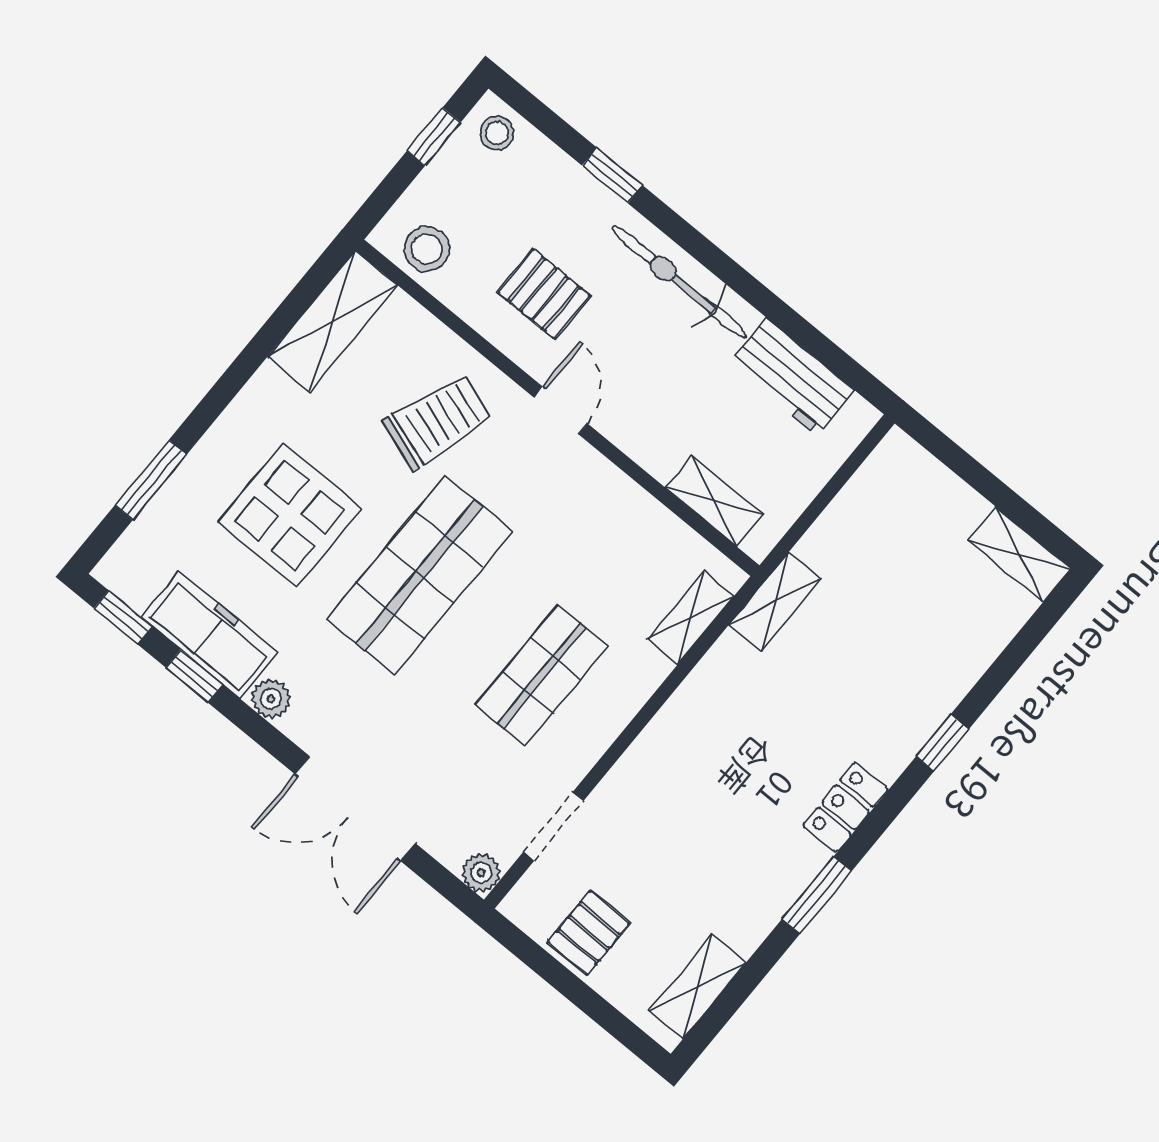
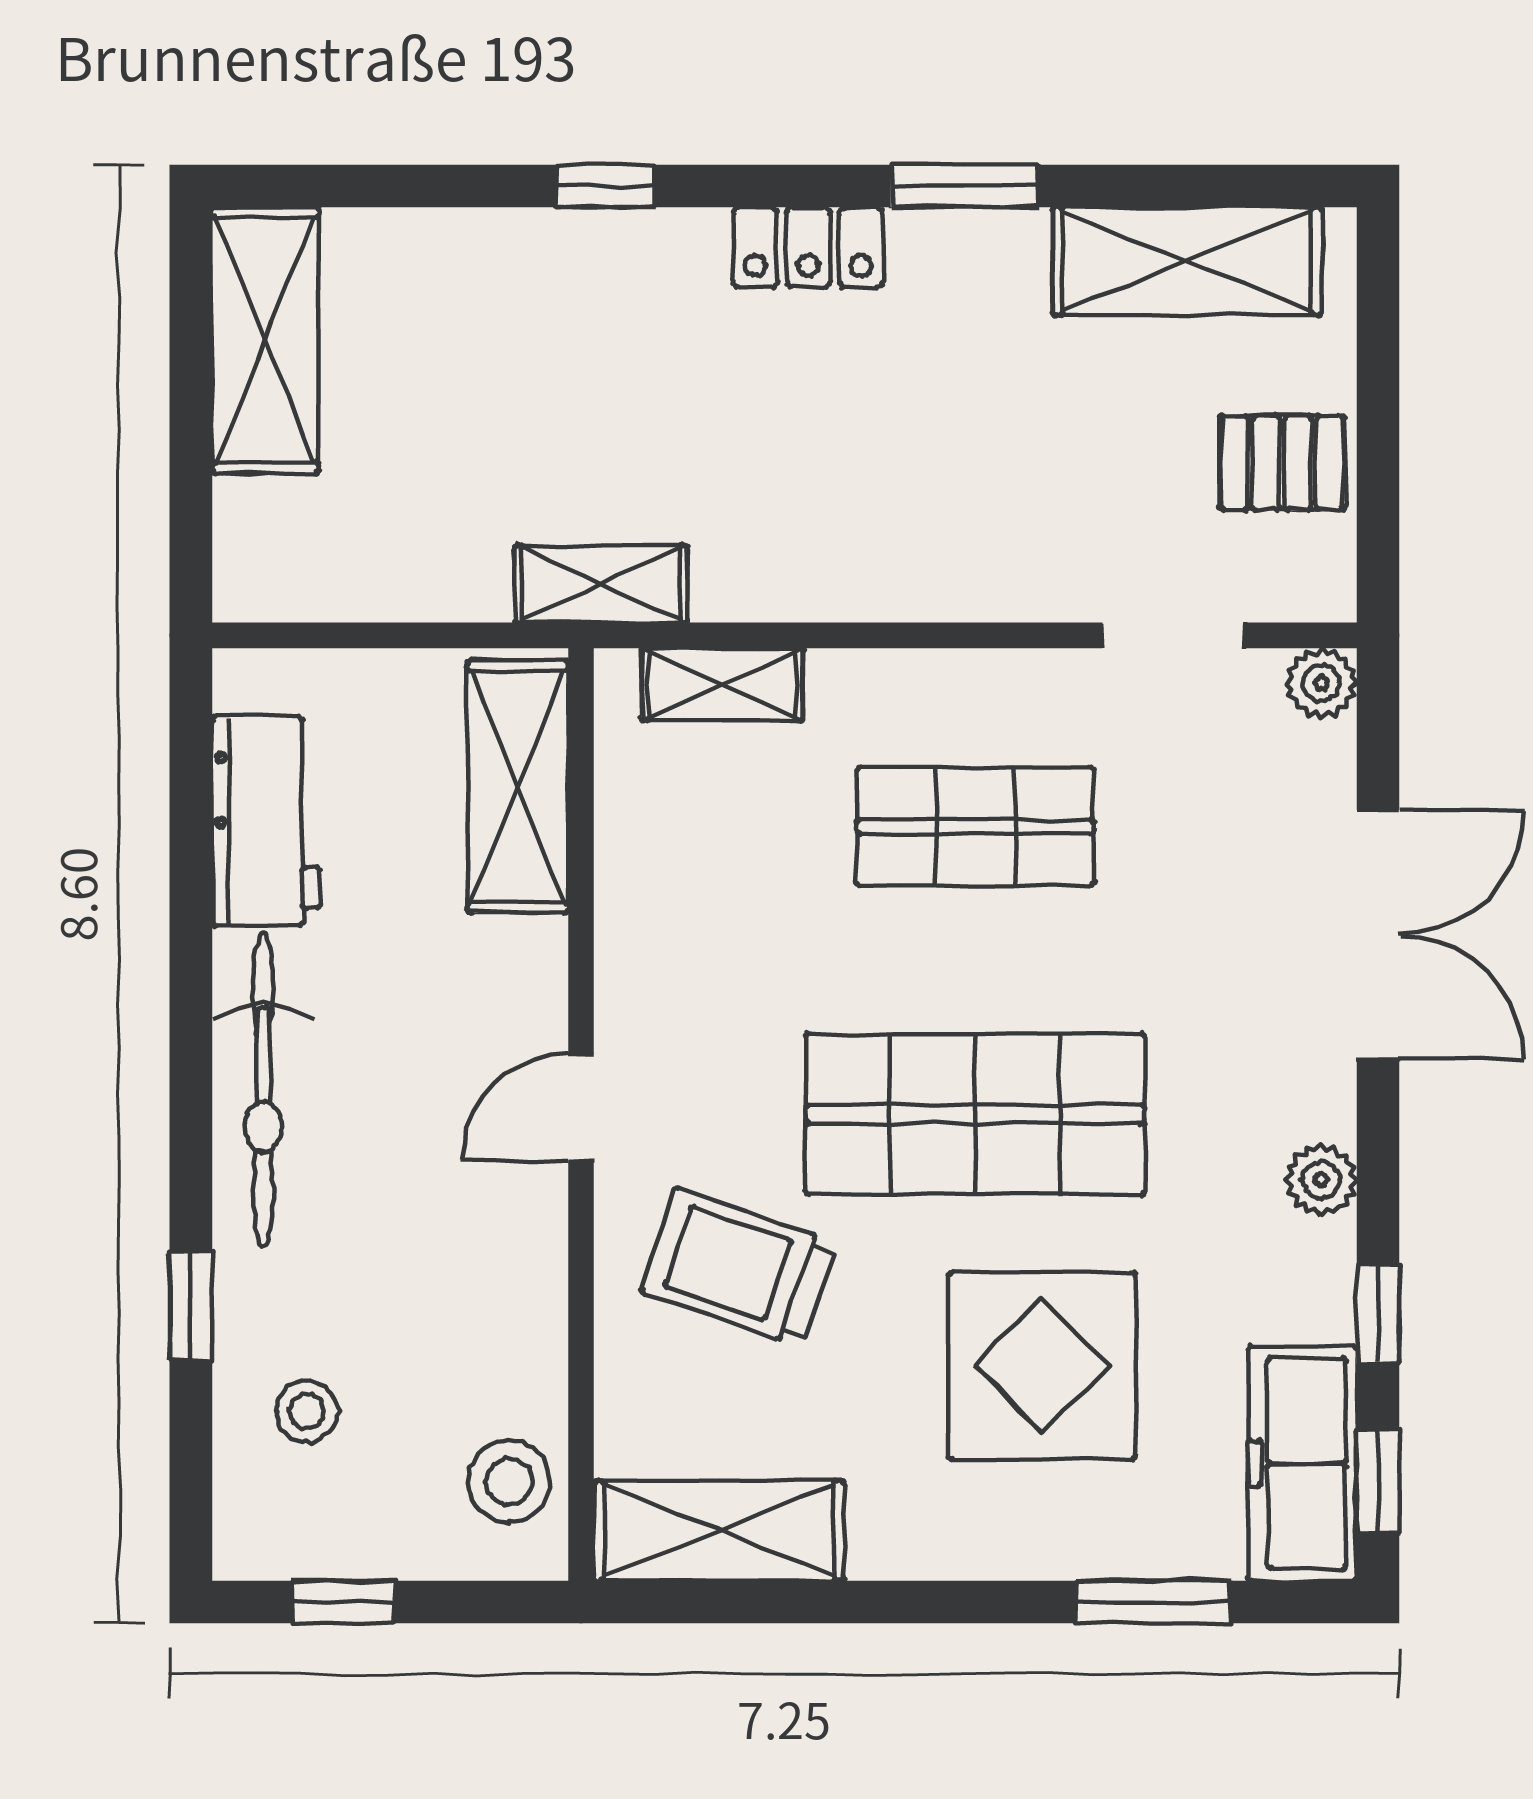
stool: (497, 133) -> (307, 1411), moved
pallet: (544, 294) -> (437, 1265), removed
shelving: (714, 501) -> (518, 786), width x1.50, depth x1.33
shelving: (1019, 554) -> (265, 340), width x1.50, depth x1.33
freezer: (210, 635) -> (1302, 1463), moved
shelving: (697, 987) -> (1187, 261), width x1.50, depth x1.33

